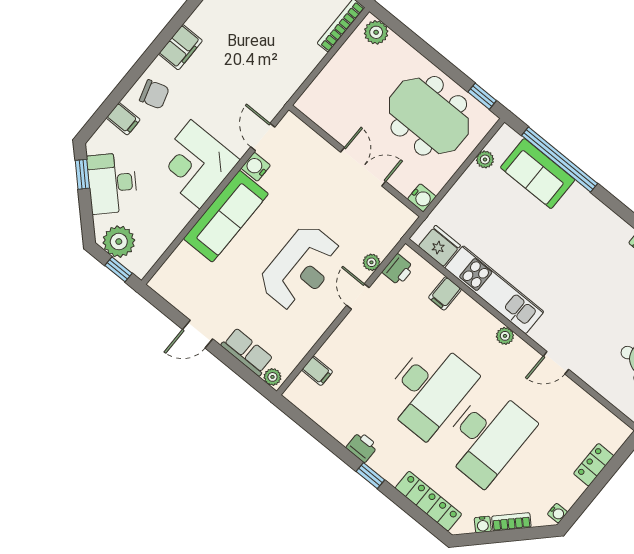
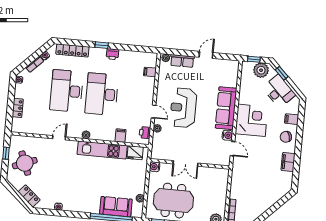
window: (82, 174) -> (282, 73), moved

